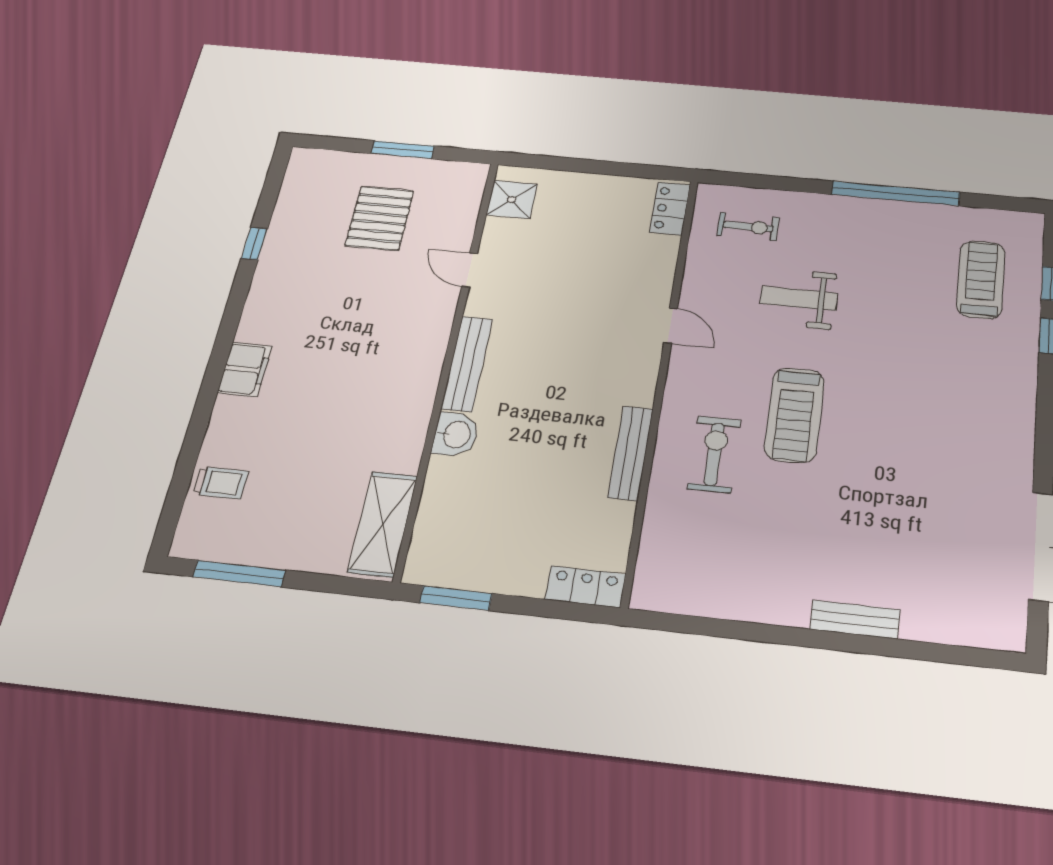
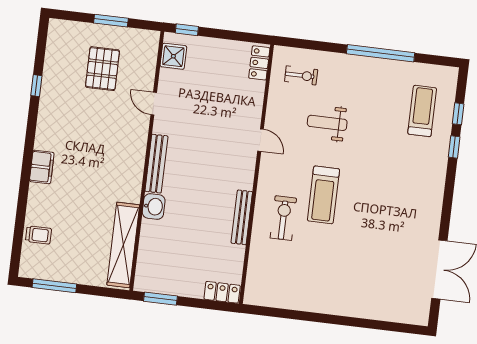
window: (539, 162) -> (187, 30), added
shelving: (383, 524) -> (123, 245), width x1.47
bench: (855, 620) -> (349, 309), removed

